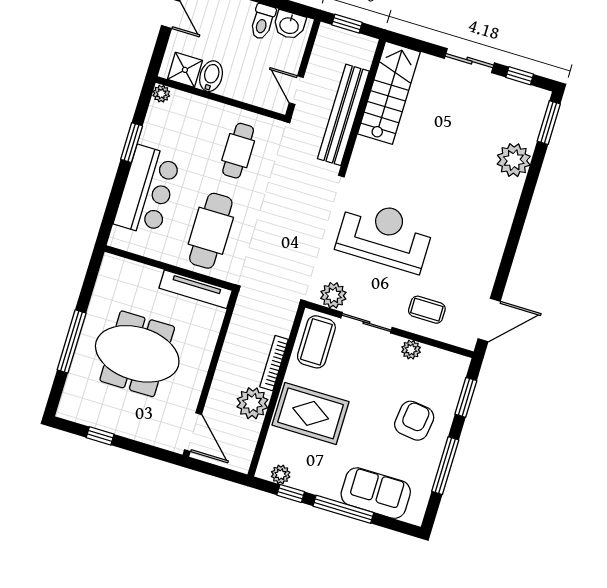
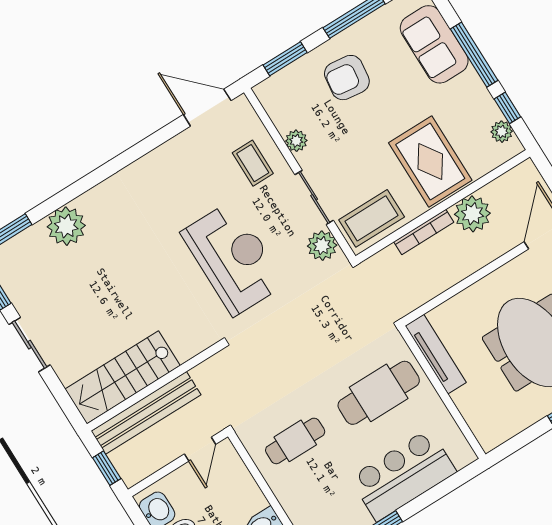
bench: (343, 115) -> (146, 413), moved
reception desk: (385, 235) -> (233, 258), turned 180

